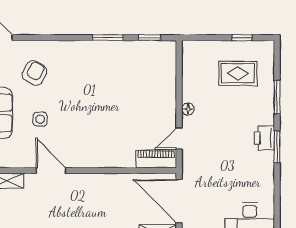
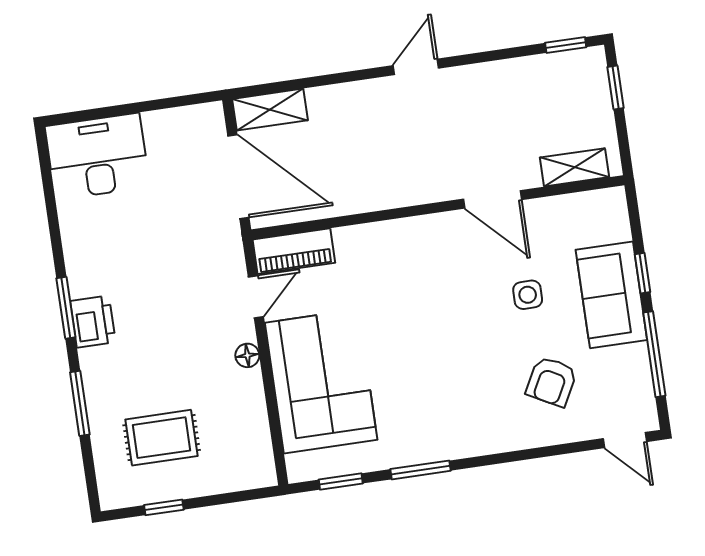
corner sofa: (152, 90) -> (321, 381), added

